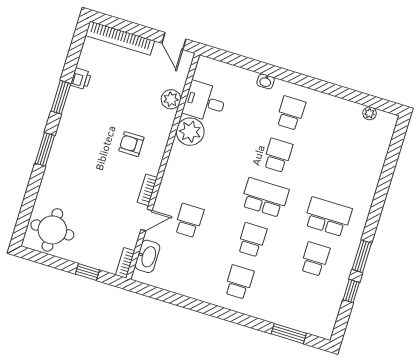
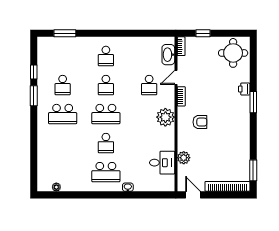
printer: (81, 79) -> (244, 89), moved
window: (61, 97) -> (253, 170), moved
school desk: (291, 113) -> (106, 172), width x1.85
plant: (190, 132) -> (165, 117), moved

